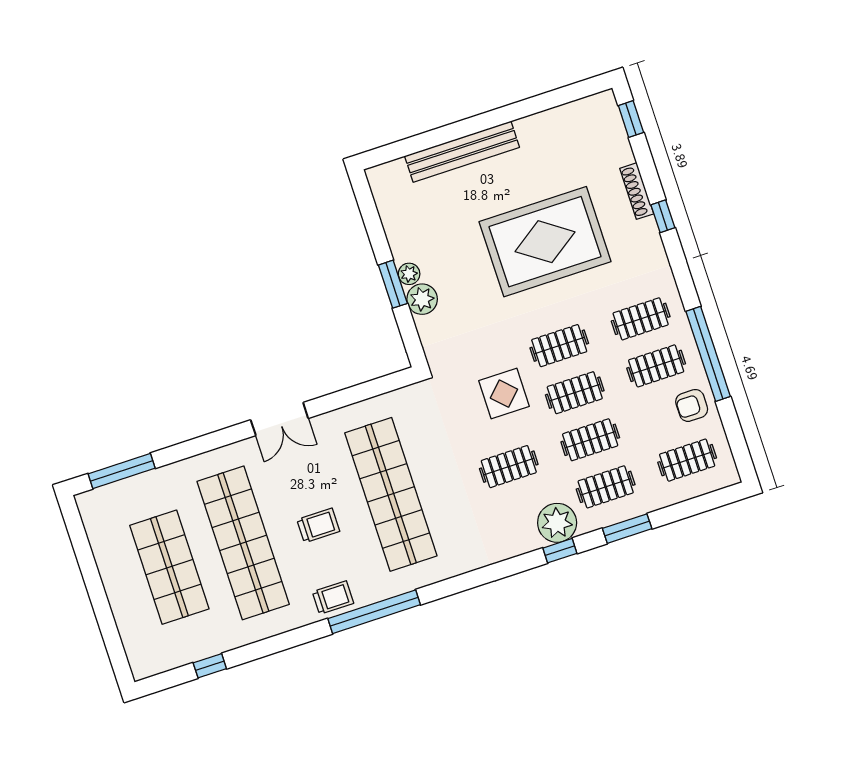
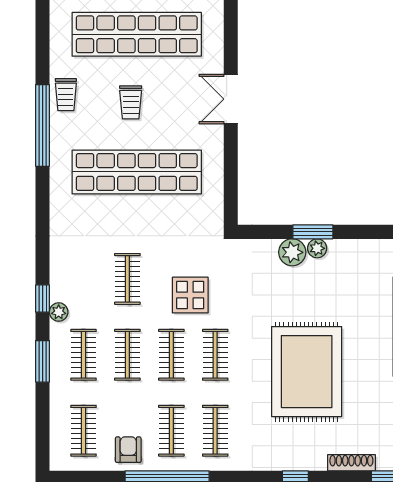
shoe rack: (637, 191) -> (351, 463), moved
plant: (557, 523) -> (59, 312), width x0.53, depth x0.53

